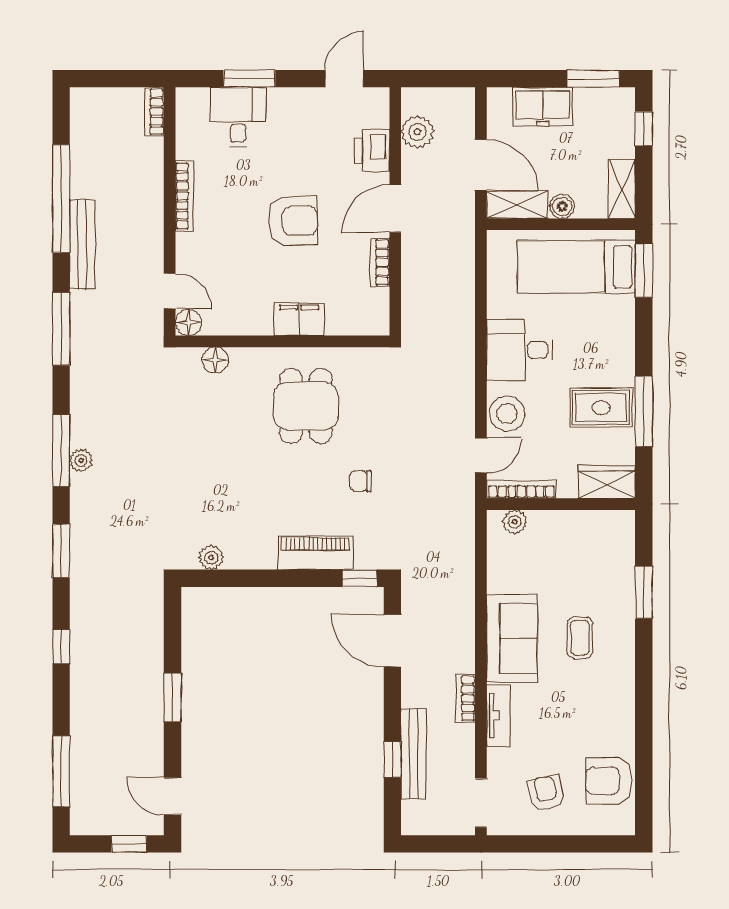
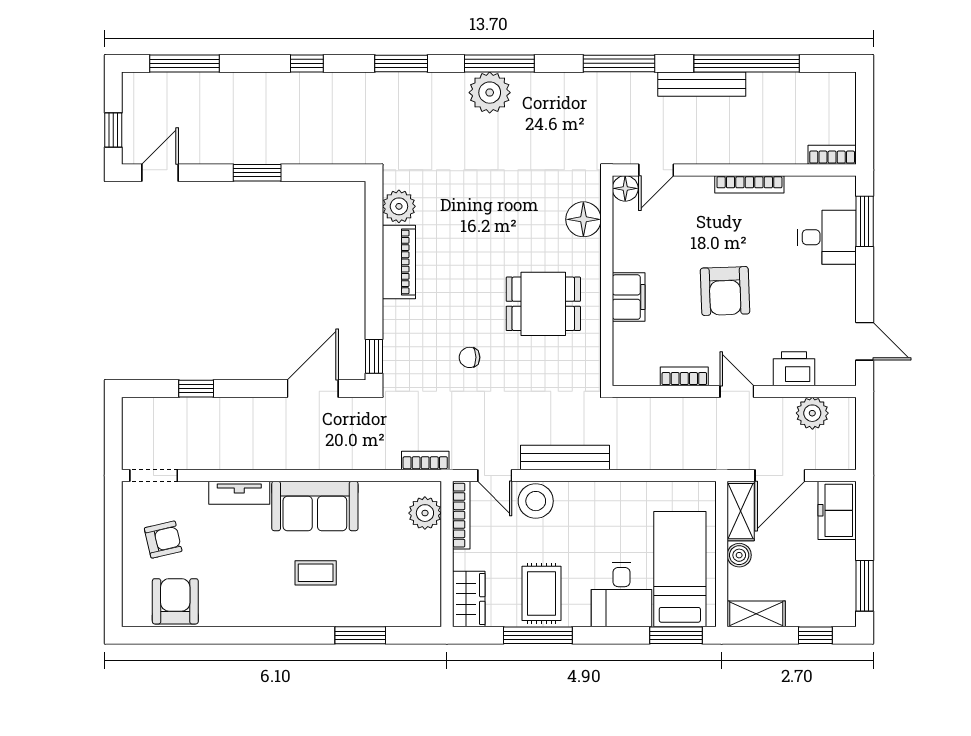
window: (249, 79) -> (865, 221), moved
freezer: (543, 106) -> (837, 510), moved
door: (395, 209) -> (737, 391), width x0.73
desk: (520, 350) -> (622, 595), moved, turned 180
floor lamp: (215, 360) -> (583, 219), width x1.38, depth x1.38
plant: (81, 460) -> (490, 93), width x1.88, depth x1.88
chair: (361, 481) -> (469, 357), turned -90
plant: (515, 522) -> (425, 513), width x1.38, depth x1.38
piano: (316, 553) -> (399, 262), moved
plant: (211, 558) -> (399, 206), width x1.38, depth x1.38
bookcase: (466, 699) -> (425, 460), moved
bench: (414, 754) -> (565, 458), moved

